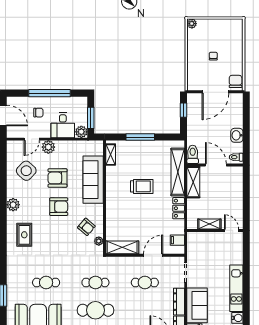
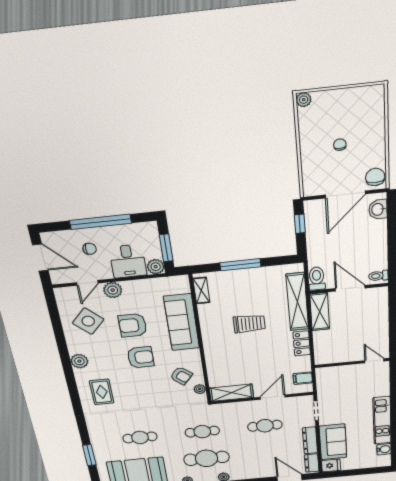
washbasin: (237, 135) -> (378, 209), moved
shelving: (209, 224) -> (344, 357), removed

